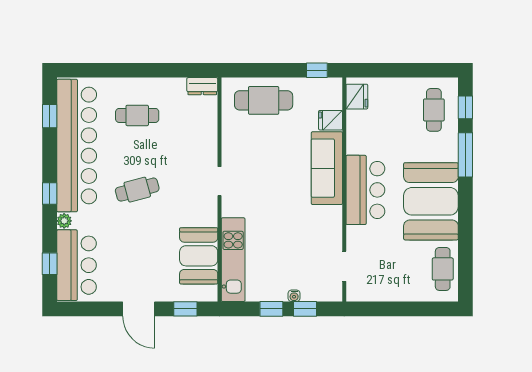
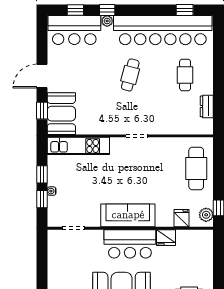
dresser: (202, 86) -> (207, 106), moved
plant: (326, 87) -> (206, 215), added
fridge: (357, 97) -> (166, 238), moved
sofa: (327, 168) -> (128, 215), moved
cafe table: (137, 190) -> (130, 75), turned 30
window: (50, 193) -> (107, 10), moved
booth: (199, 256) -> (61, 114), moved, turned 90

